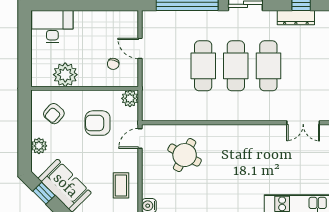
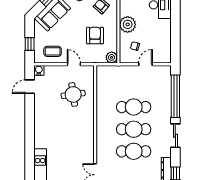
plant: (65, 75) -> (128, 24), moved
door: (140, 138) -> (74, 64), moved
round table: (185, 155) -> (73, 94), turned -36

